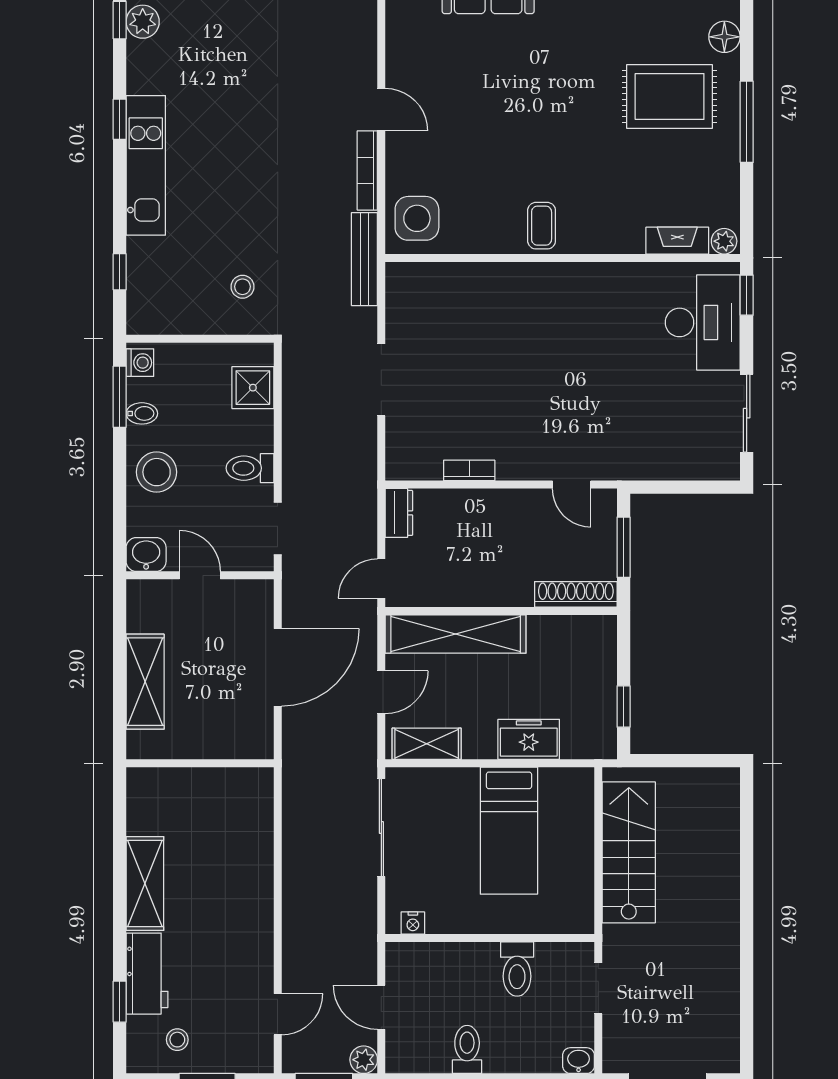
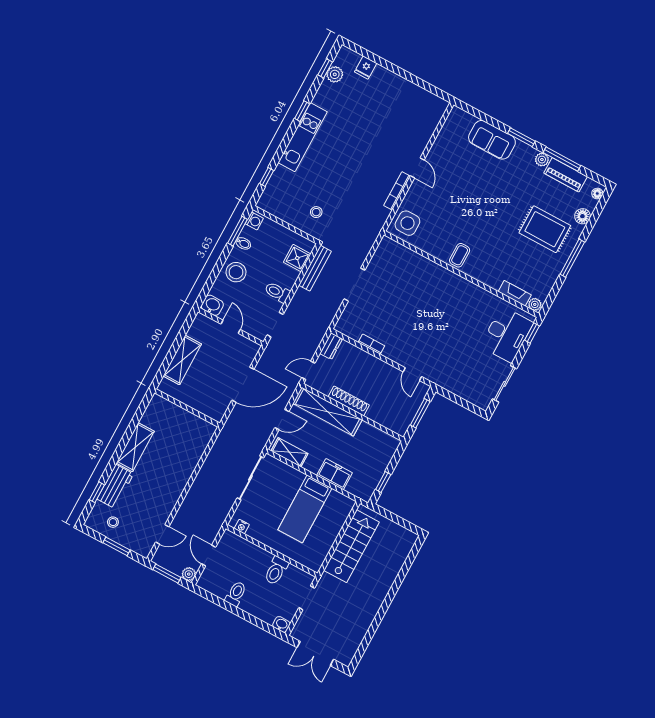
bench: (364, 259) -> (315, 268), moved
shoe rack: (576, 594) -> (349, 401), moved

